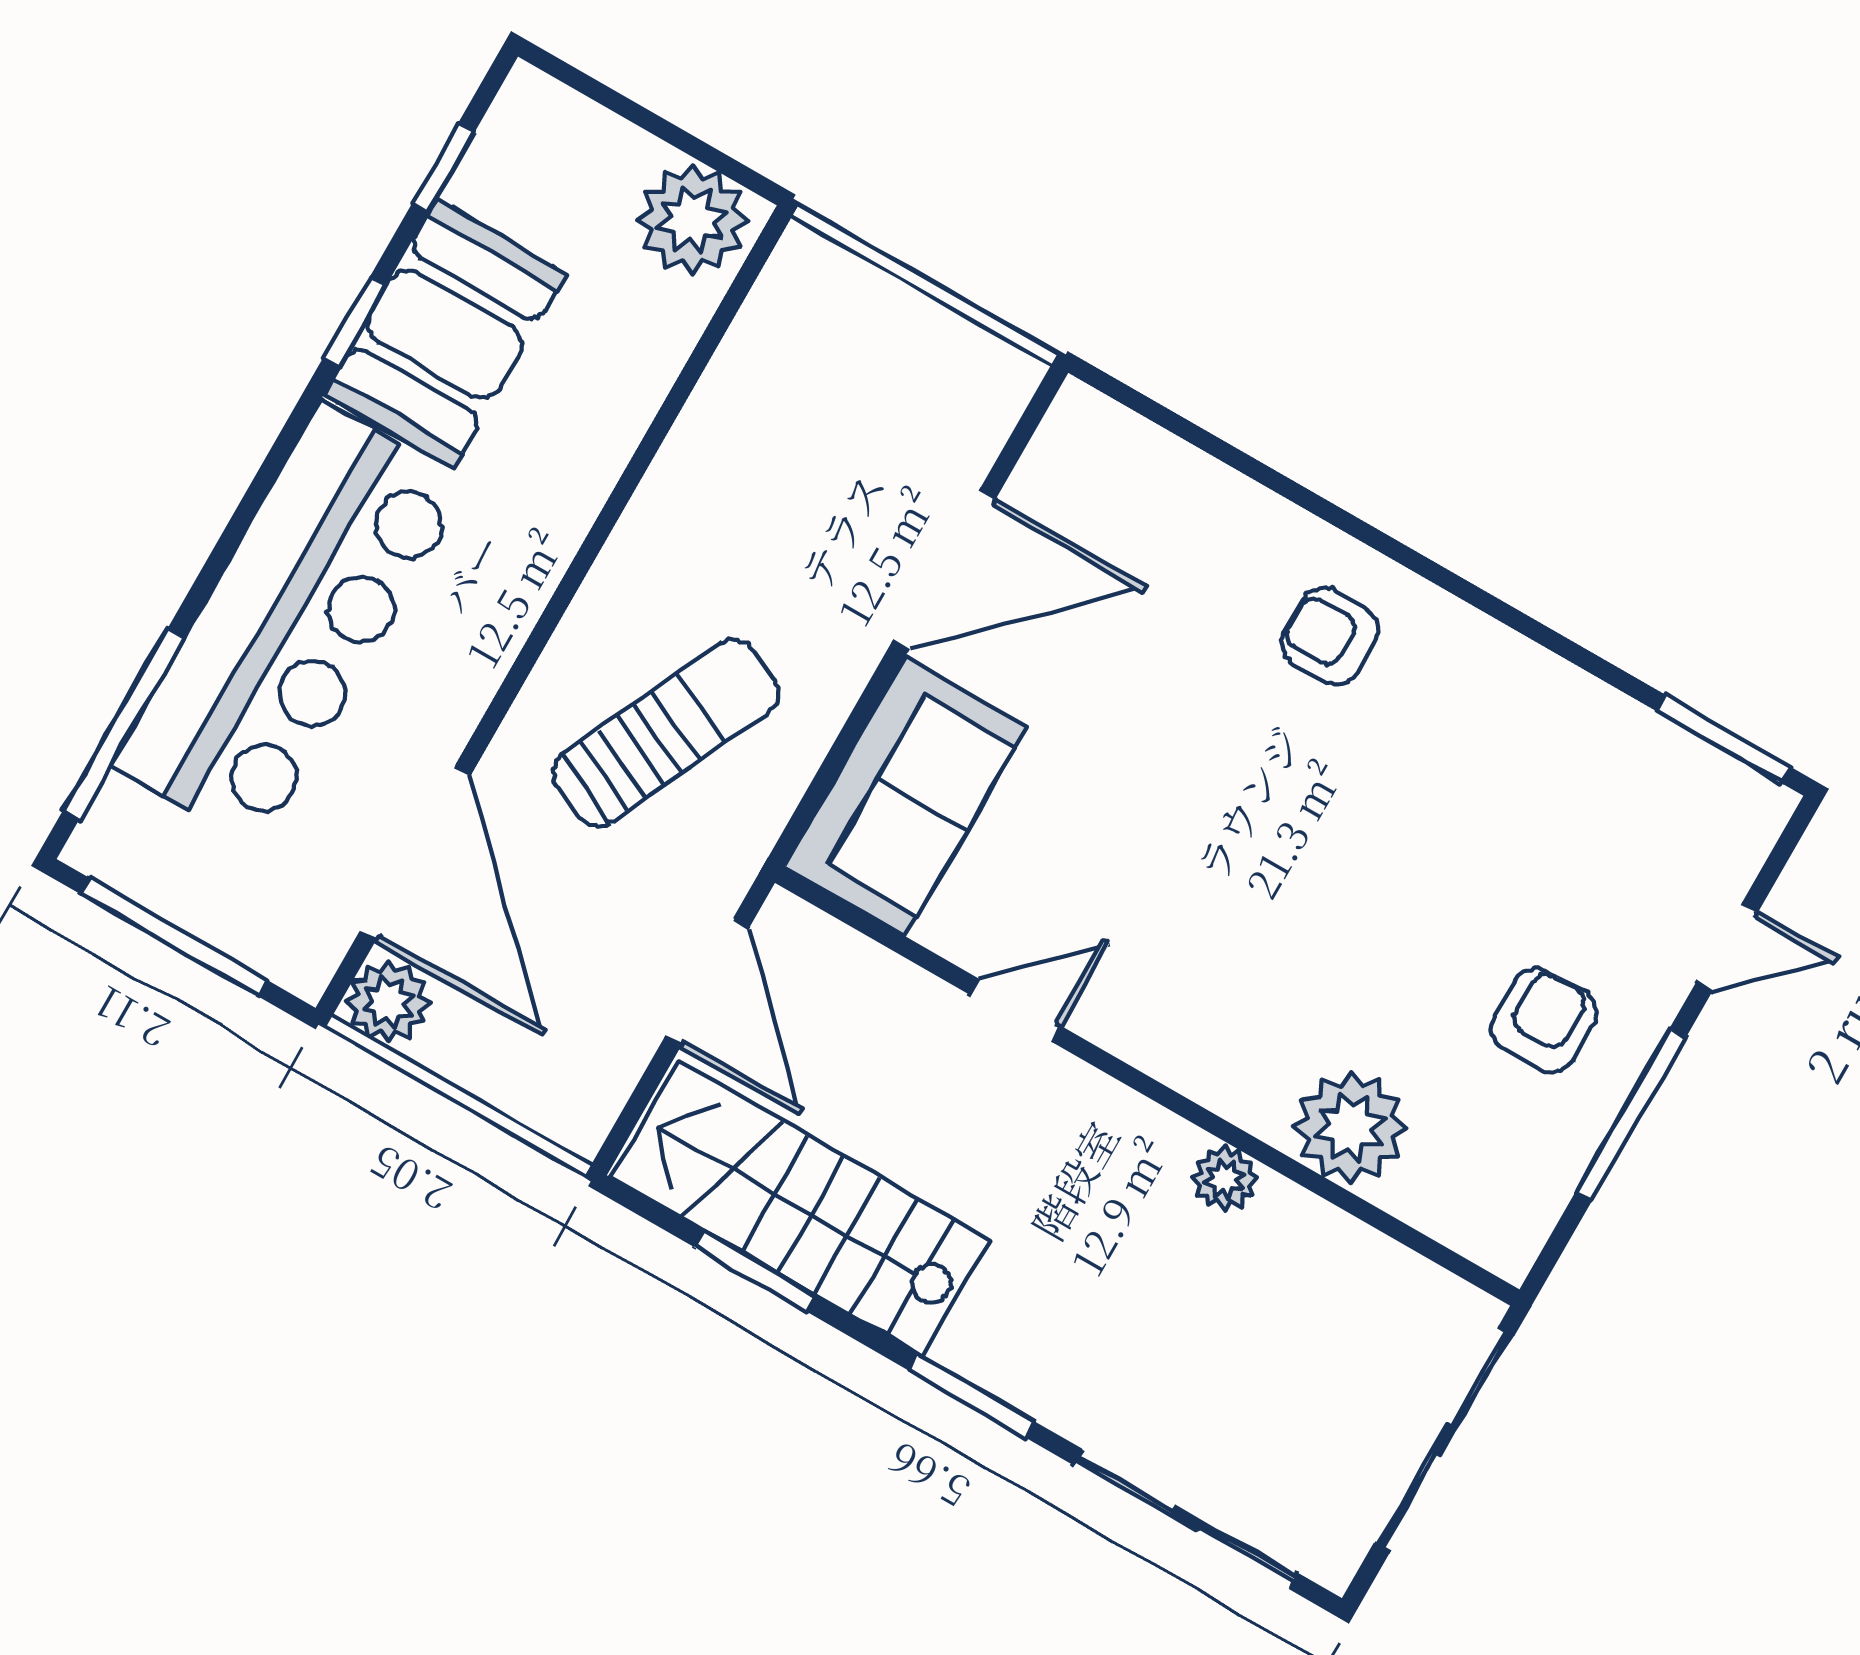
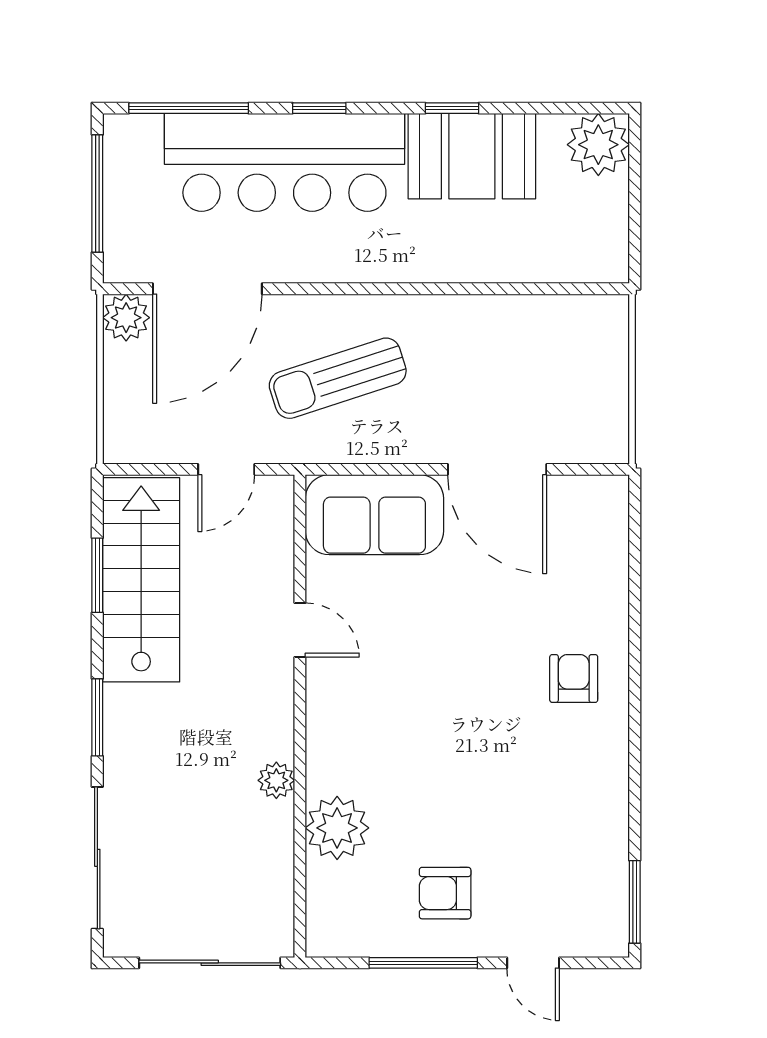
window: (443, 167) -> (319, 108), moved
plant: (692, 220) -> (598, 145), moved
sun lounger: (666, 733) -> (338, 378), turned 137
door: (707, 982) -> (226, 469), width x0.73
armchair: (1544, 1020) -> (445, 893), turned 180

